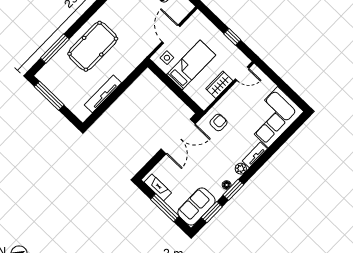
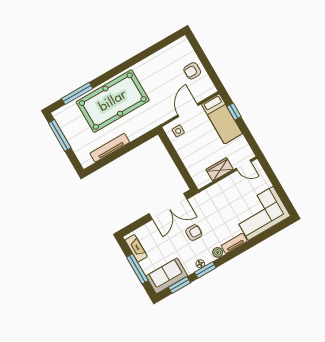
window: (232, 37) -> (234, 112), moved
pool table: (93, 46) -> (113, 101), width x1.36, depth x1.32
bed: (191, 65) -> (222, 119), moved, turned 90
armchair: (218, 122) -> (194, 233), moved

